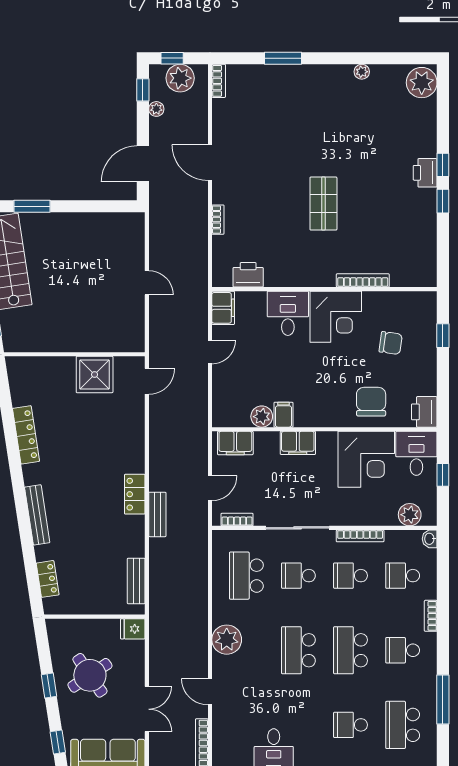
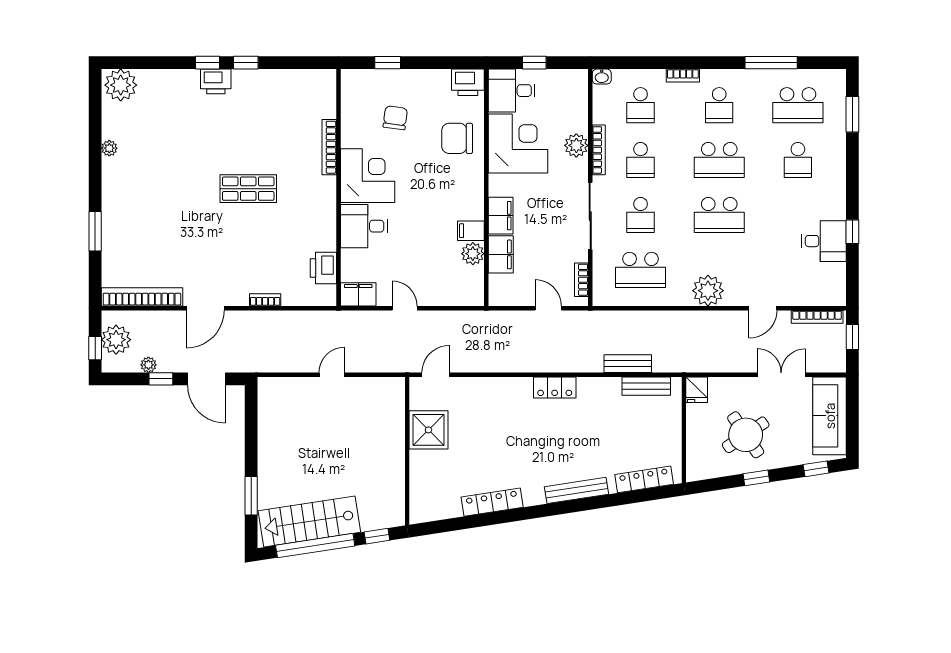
bookcase: (219, 81) -> (142, 297), width x2.31, depth x1.31
window: (143, 90) -> (161, 379), moved
door: (147, 381) -> (436, 375), hinge flipped
filing cabinet: (235, 443) -> (501, 254), moved
bench: (157, 514) -> (628, 364), moved
plant: (410, 515) -> (576, 145), moved
locker: (48, 579) -> (644, 479), width x1.53

